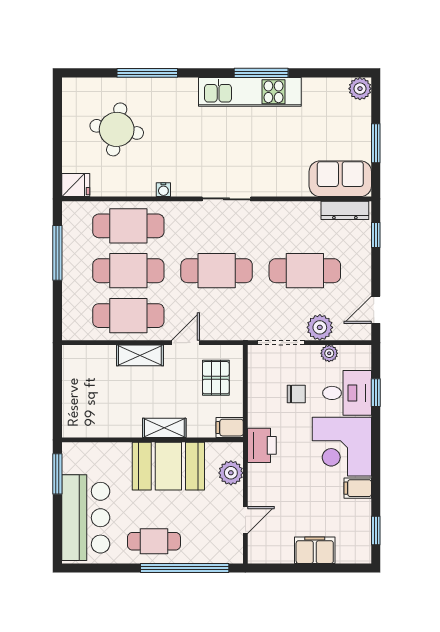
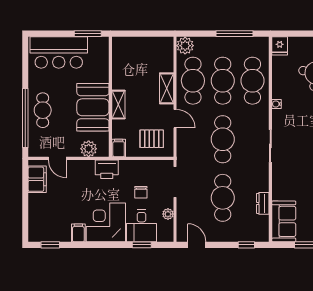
dresser: (345, 210) -> (263, 203), moved, width x0.70
plant: (320, 327) -> (185, 46), moved
cafe table: (154, 541) -> (43, 110), moved
filing cabinet: (315, 550) -> (37, 179), moved

